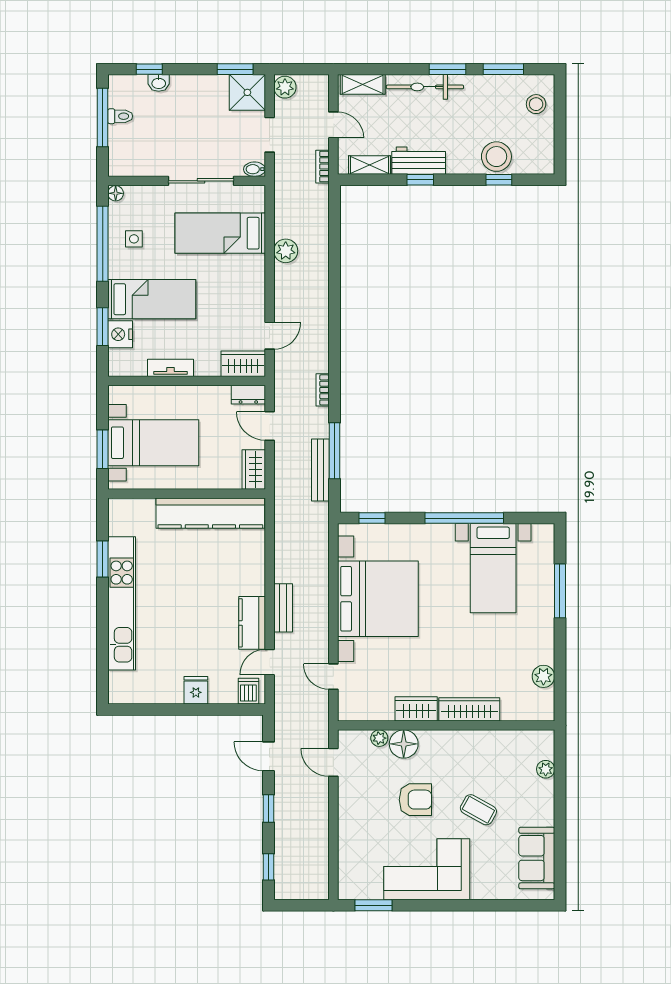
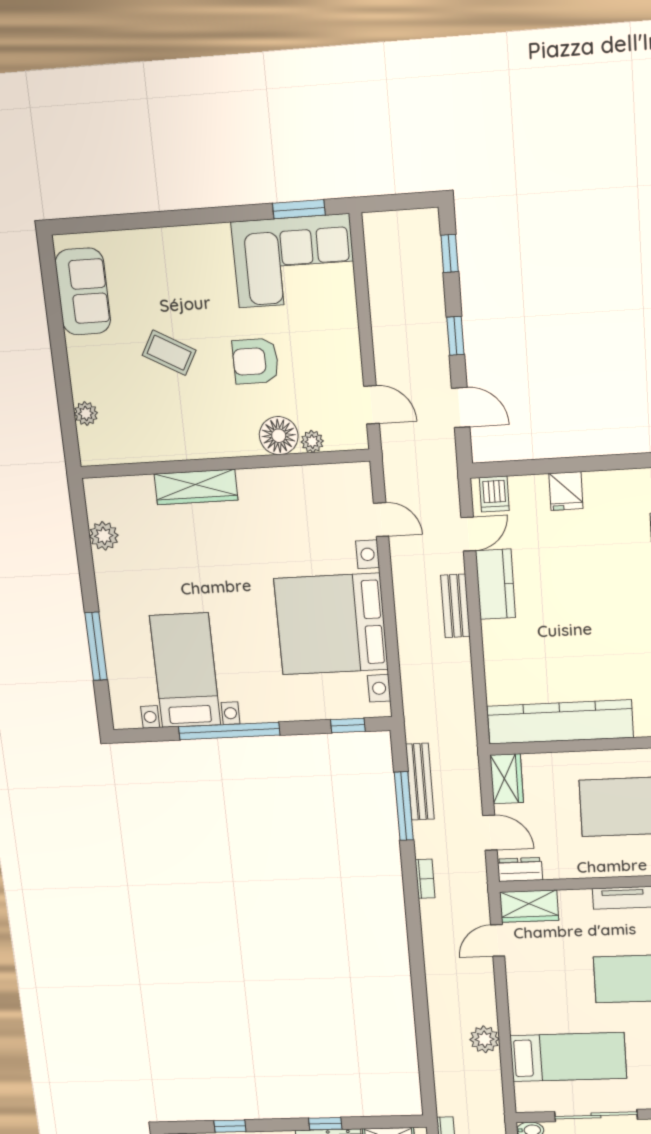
wardrobe: (416, 709) -> (267, 483), removed
corner sofa: (427, 869) -> (294, 261), moved

